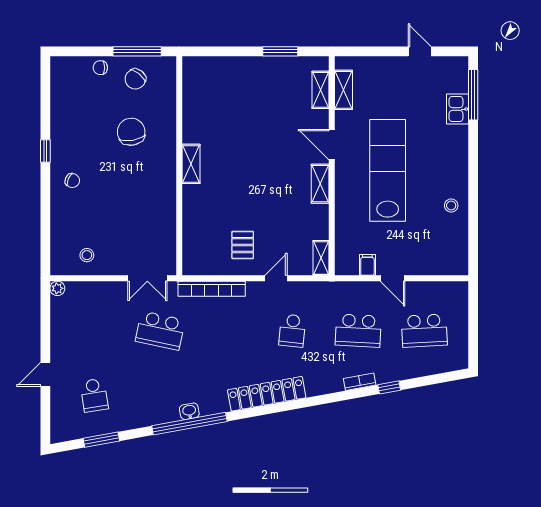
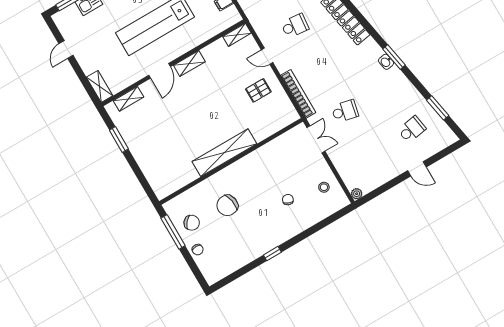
shelving: (343, 90) -> (100, 86), moved, turned 90
shelving: (191, 164) -> (224, 153), width x2.20, depth x1.33
chair: (72, 181) -> (288, 200), moved
school desk: (160, 331) -> (345, 111), width x0.54
window: (189, 424) -> (394, 57), width x0.47

